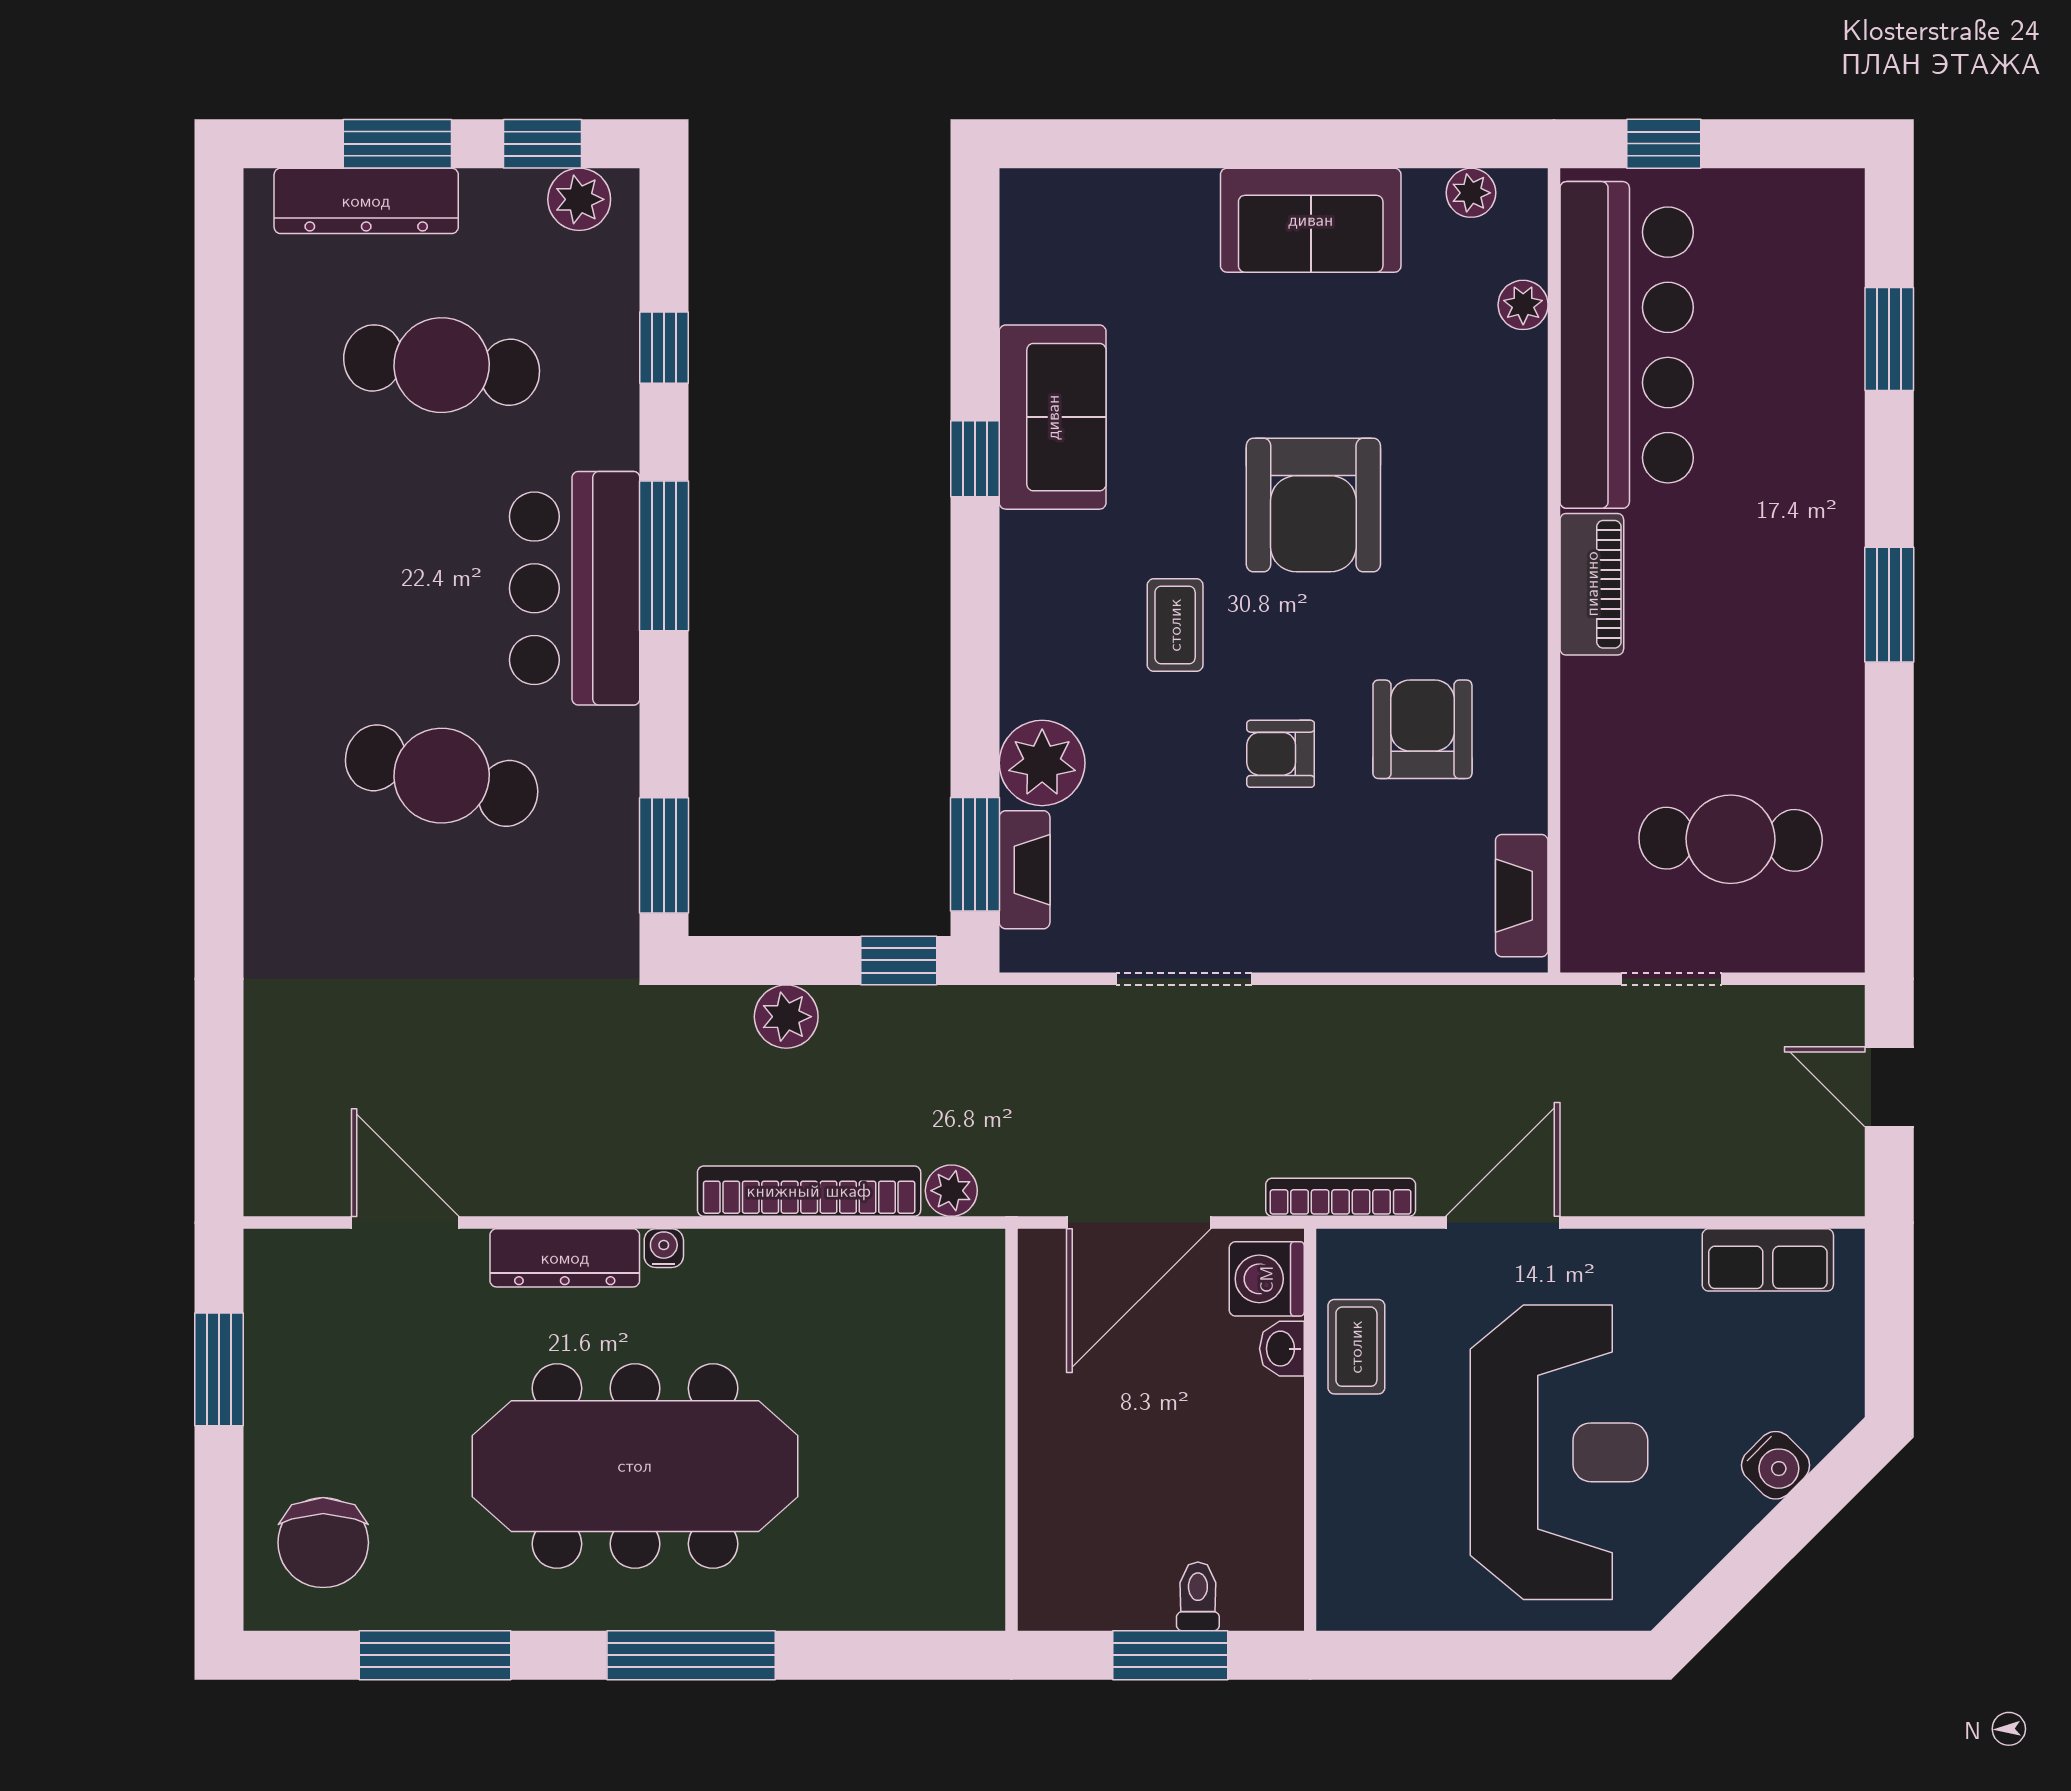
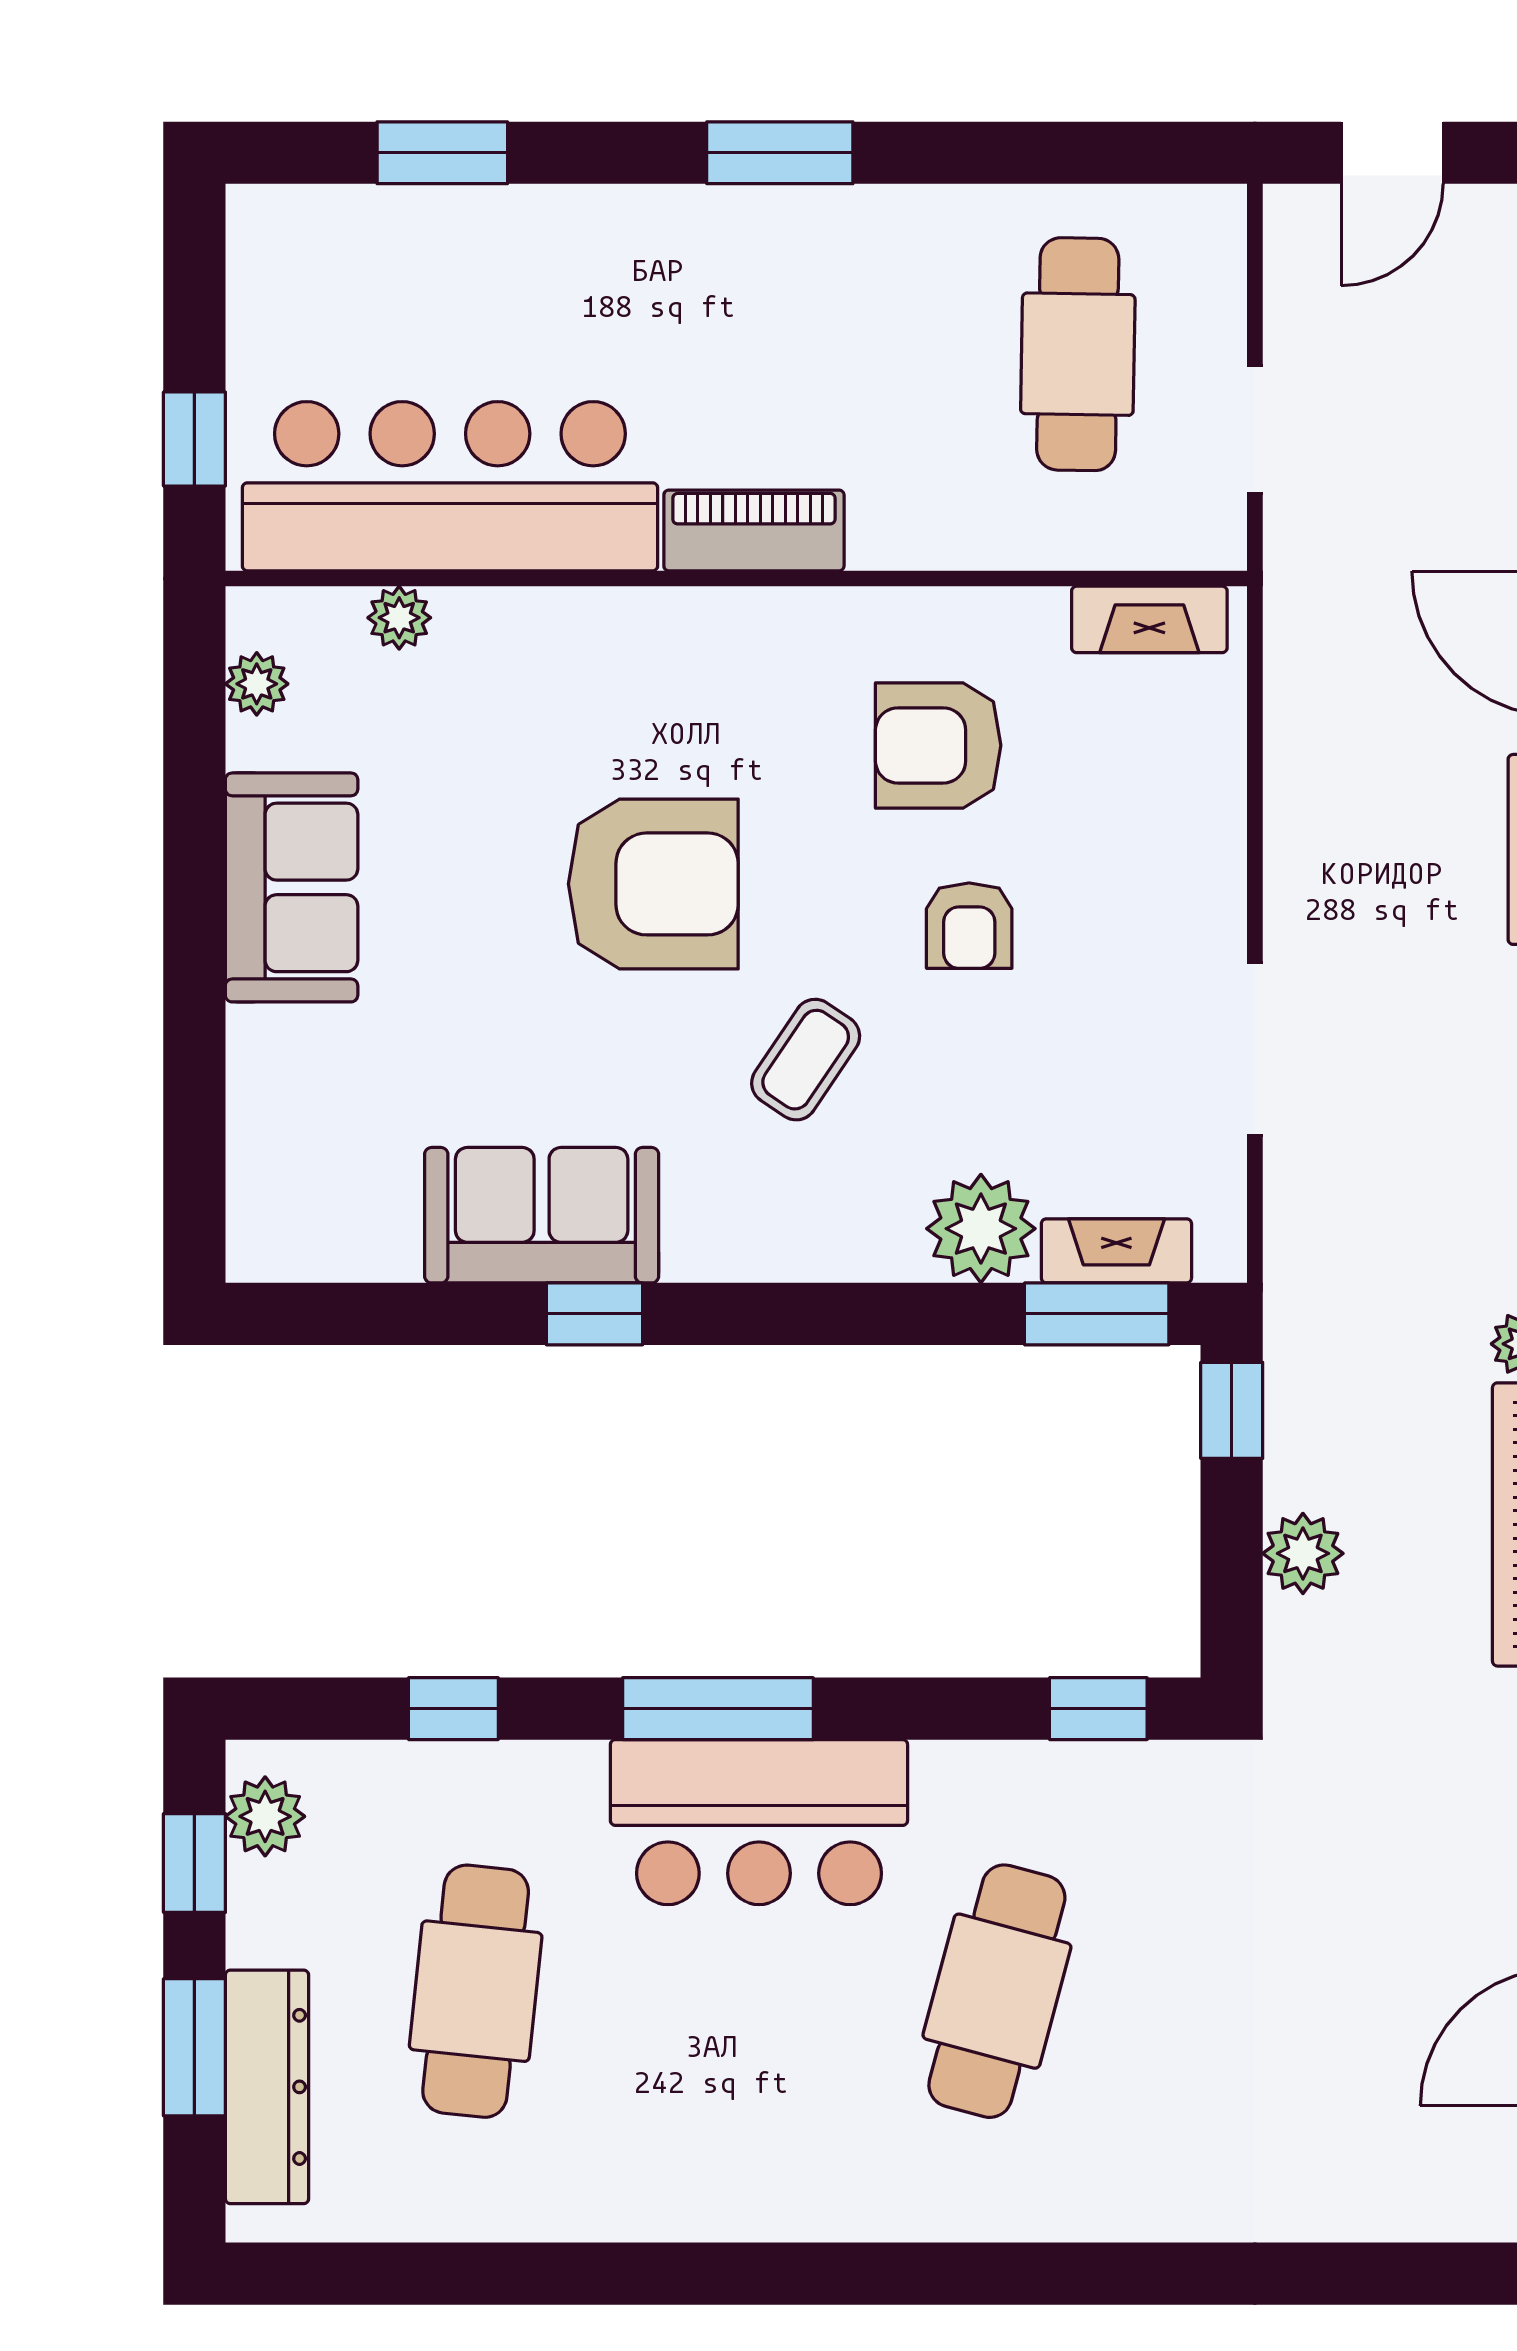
coffee table: (1175, 625) -> (806, 1060), turned -56
window: (664, 855) -> (1098, 1709), width x0.67

